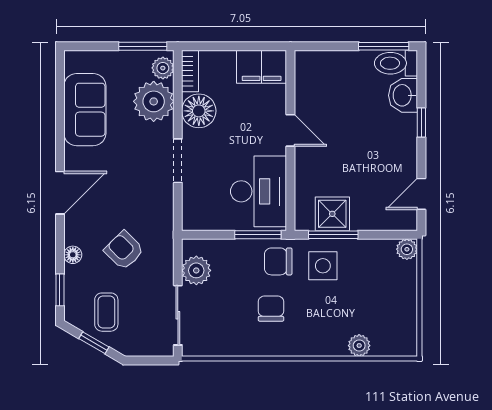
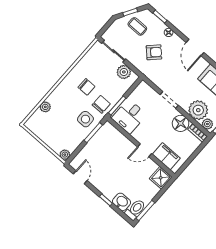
filing cabinet: (262, 67) -> (166, 156), moved, turned 90
desk: (259, 191) -> (129, 116), width x0.73
shower: (332, 214) -> (161, 178), moved

